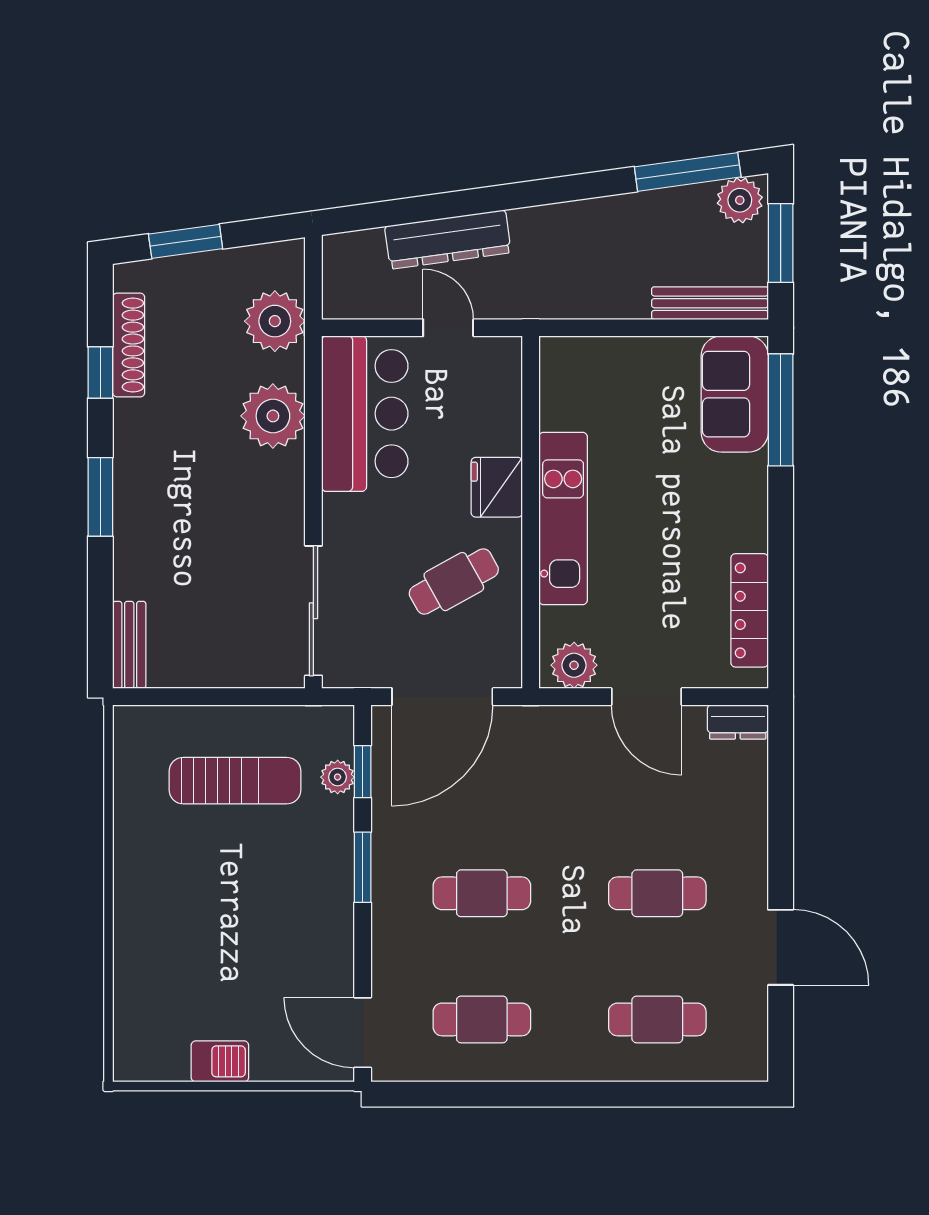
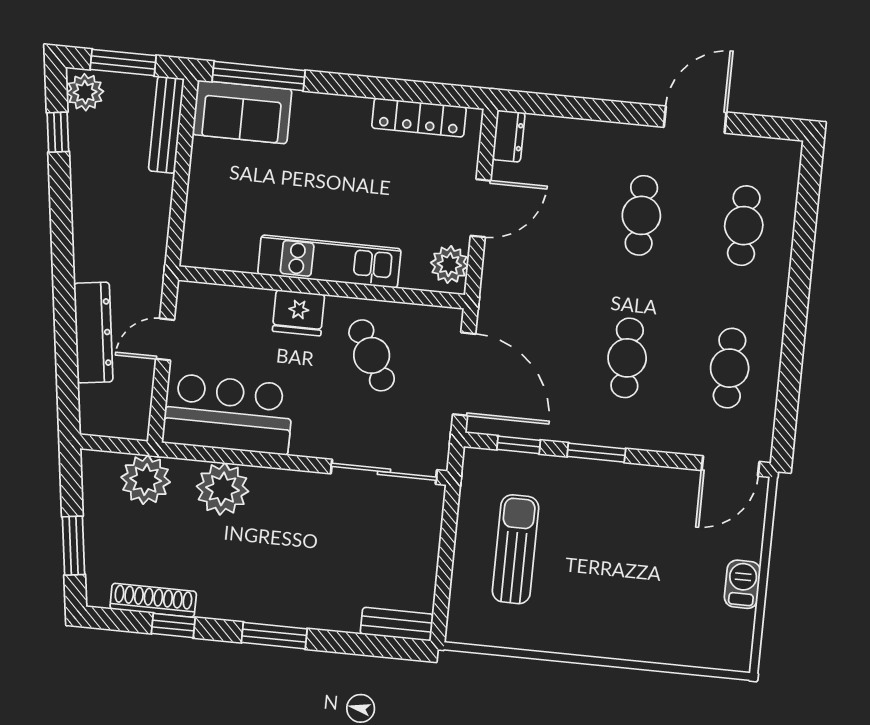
window: (688, 172) -> (58, 132), width x0.46
plant: (338, 777) -> (521, 466), removed

